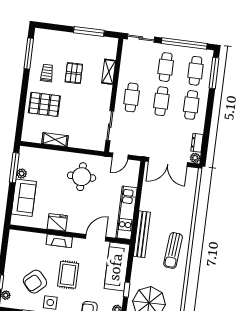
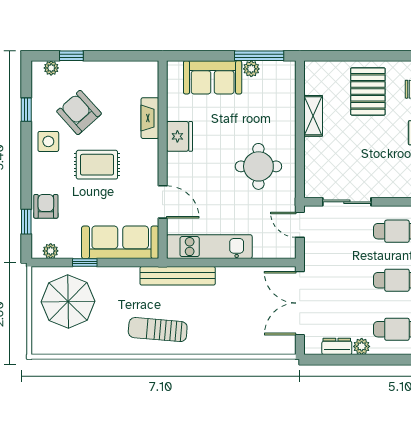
plant: (195, 158) -> (362, 346), moved
fireplace: (59, 241) -> (150, 118), moved

